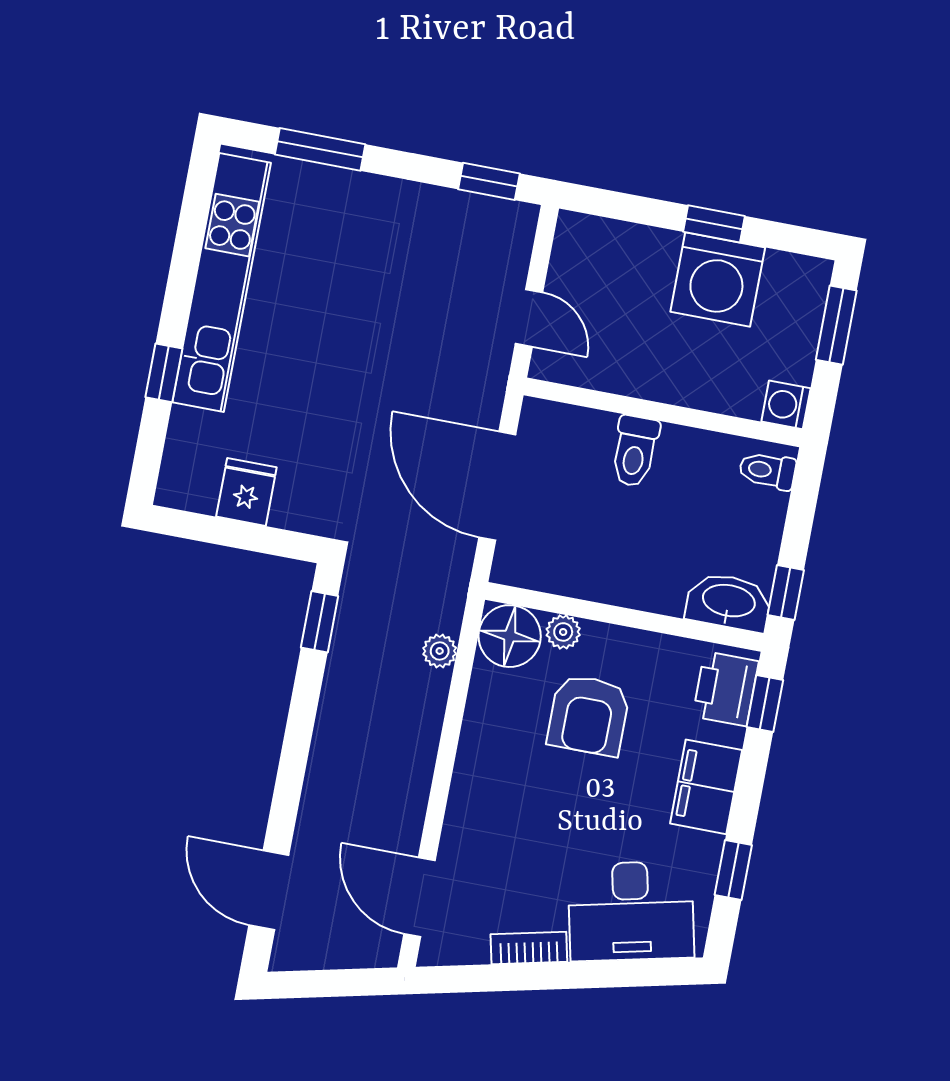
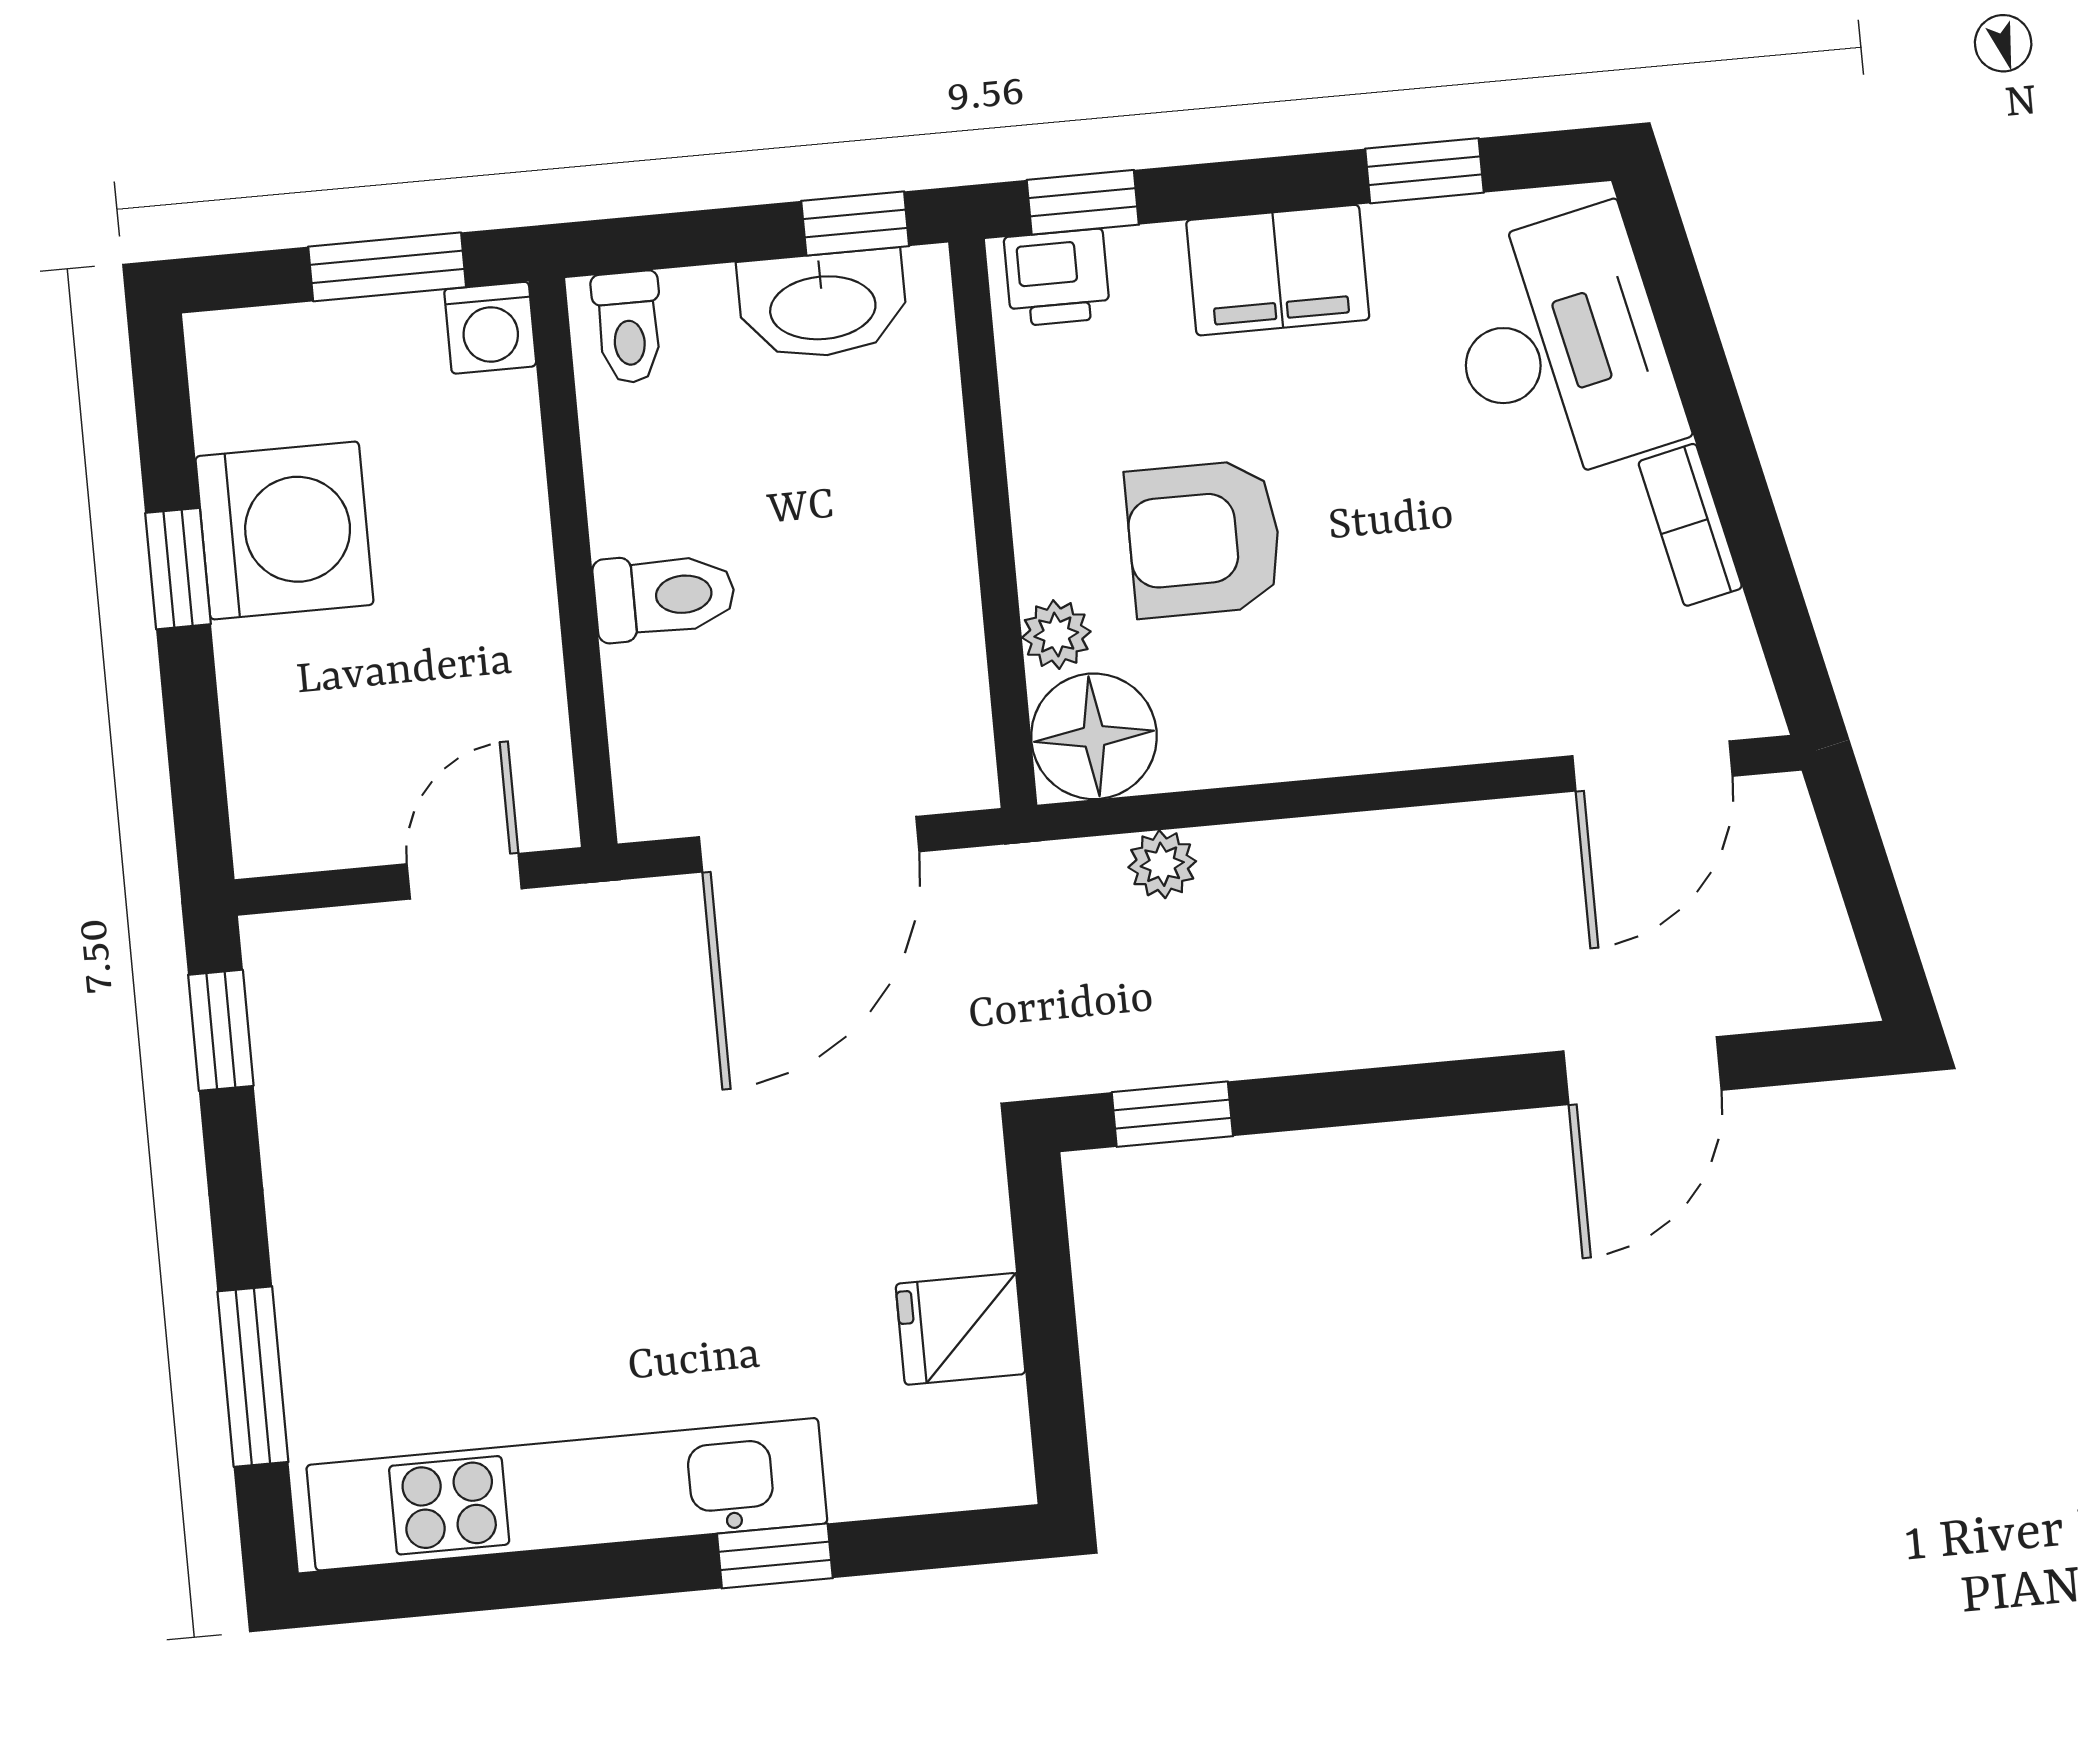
window: (836, 325) -> (387, 267), moved
washbasin: (729, 602) -> (823, 305), moved, turned -90
printer: (726, 689) -> (1057, 278), width x0.73, depth x0.81
armchair: (589, 715) -> (1204, 539), turned 180
door: (269, 890) -> (1643, 1071), moved

